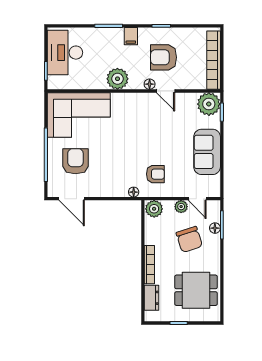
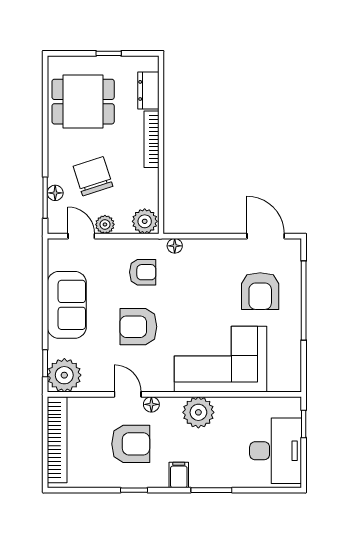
corner sofa: (79, 115) -> (220, 359), moved
armchair: (158, 137) -> (138, 327), added
armchair: (155, 174) -> (143, 272), turned 180

